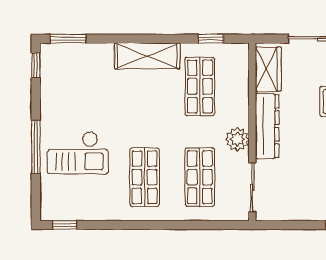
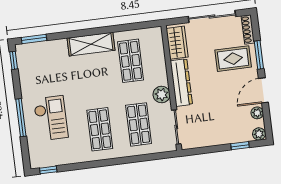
window: (211, 39) -> (134, 26), removed
checkout: (78, 153) -> (51, 118), turned -90

